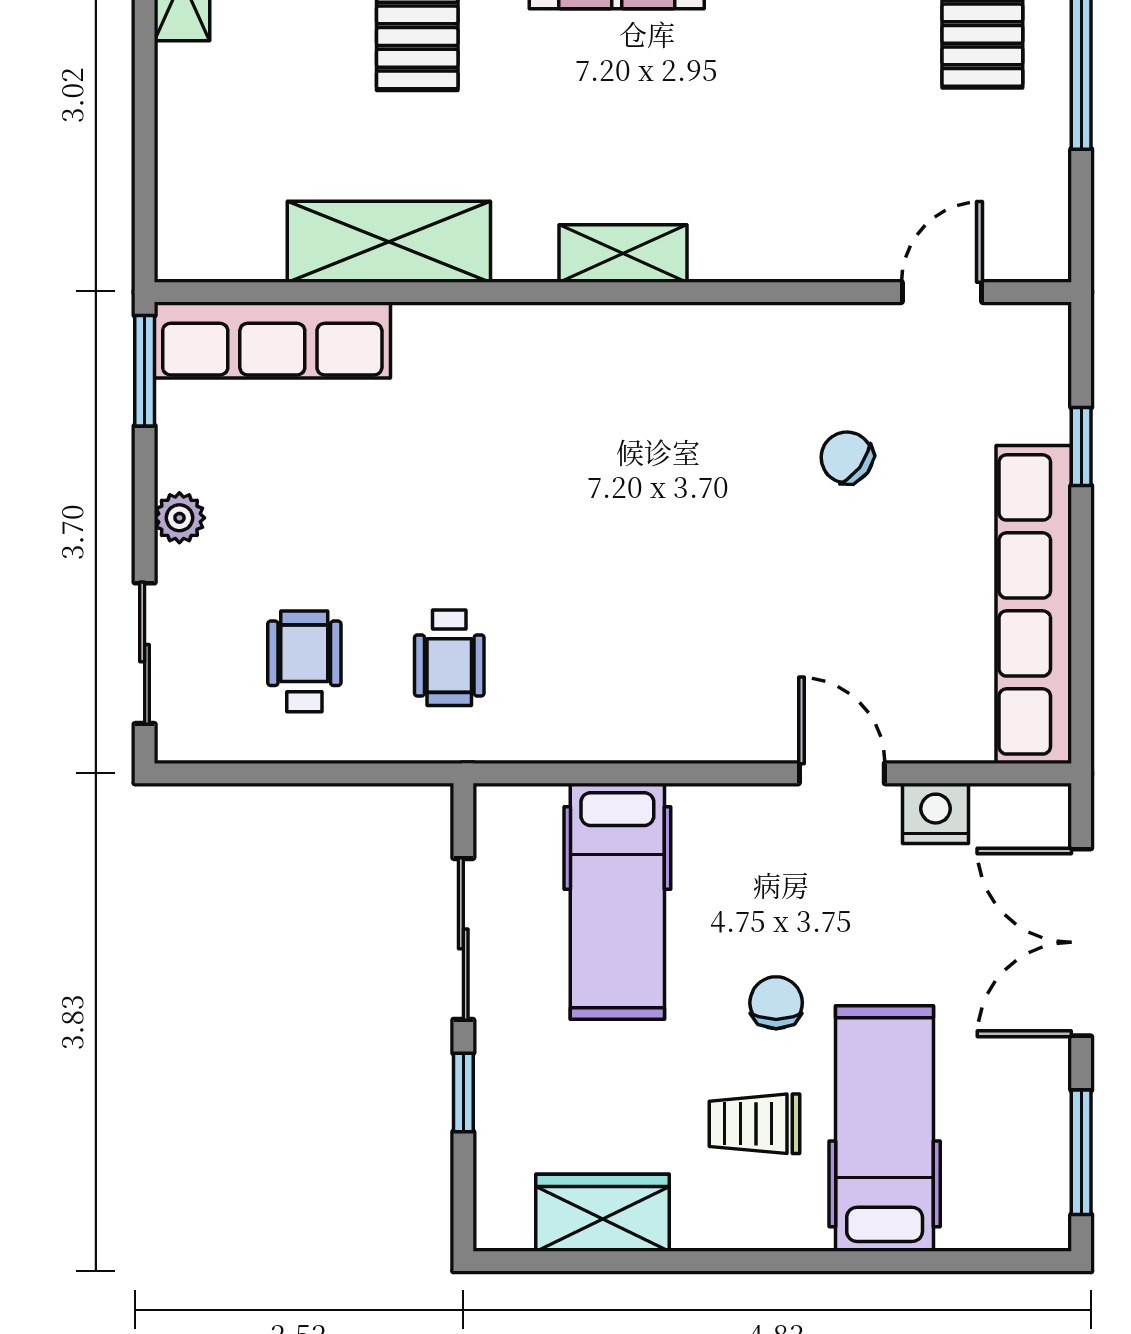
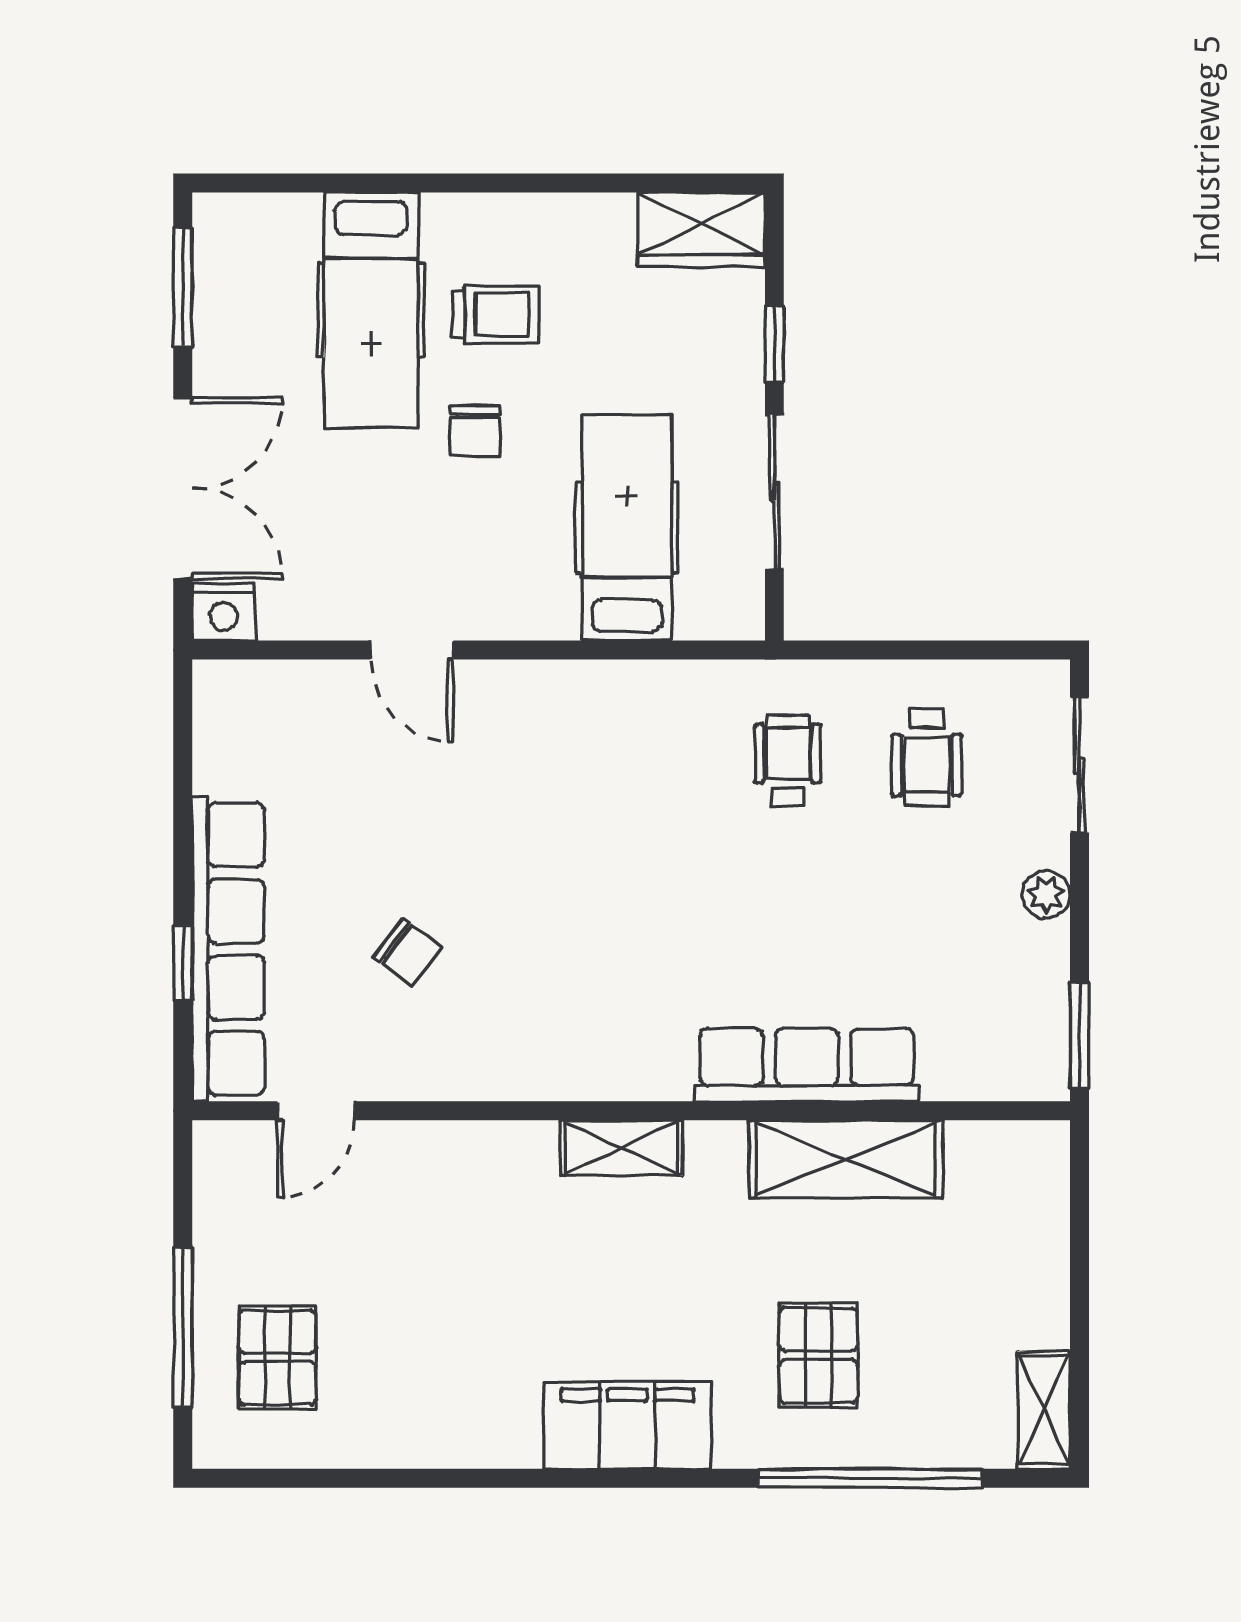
row of seats: (272, 340) -> (807, 1065), moved
row of seats: (1034, 604) -> (228, 949), moved
nightstand: (936, 813) -> (224, 612), moved
wardrobe: (603, 1213) -> (701, 229), moved

